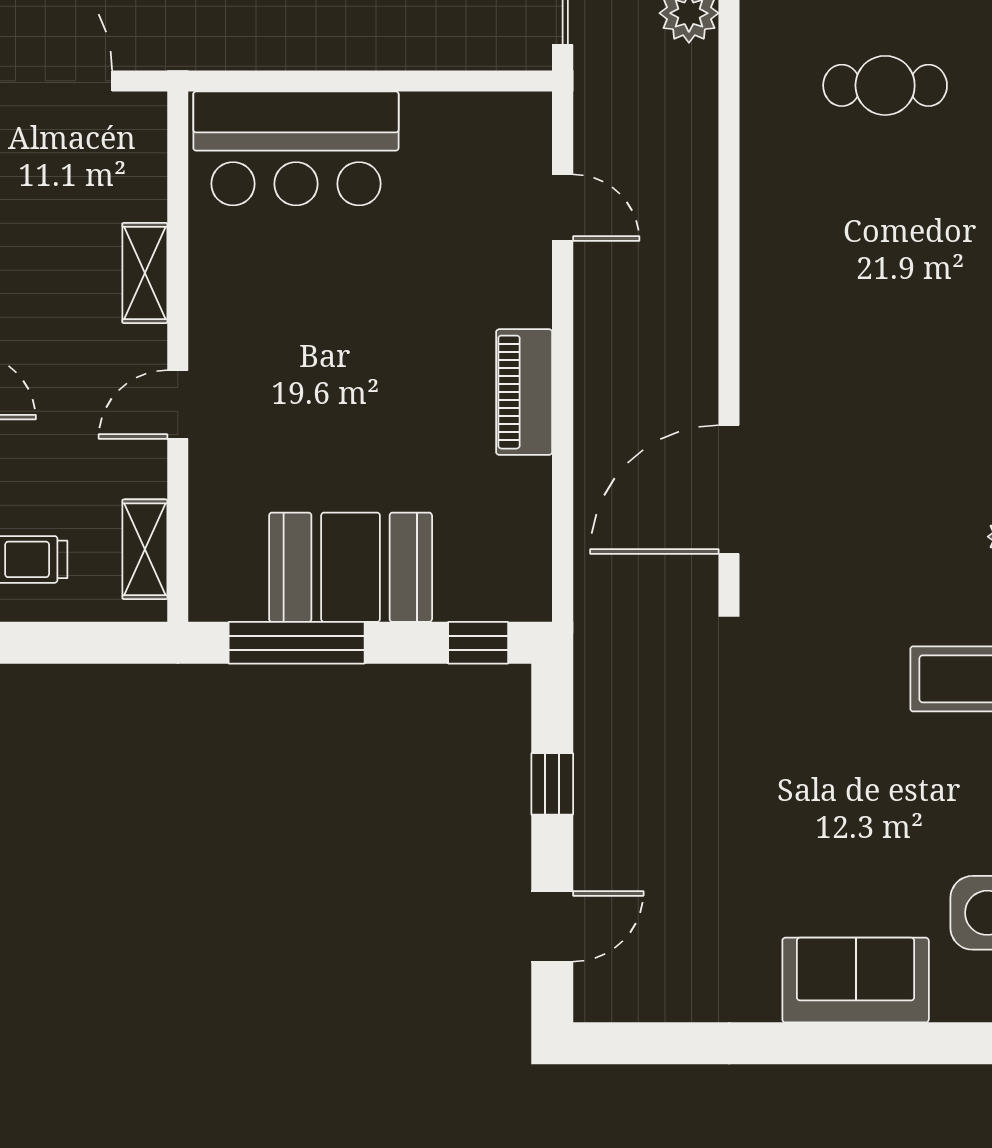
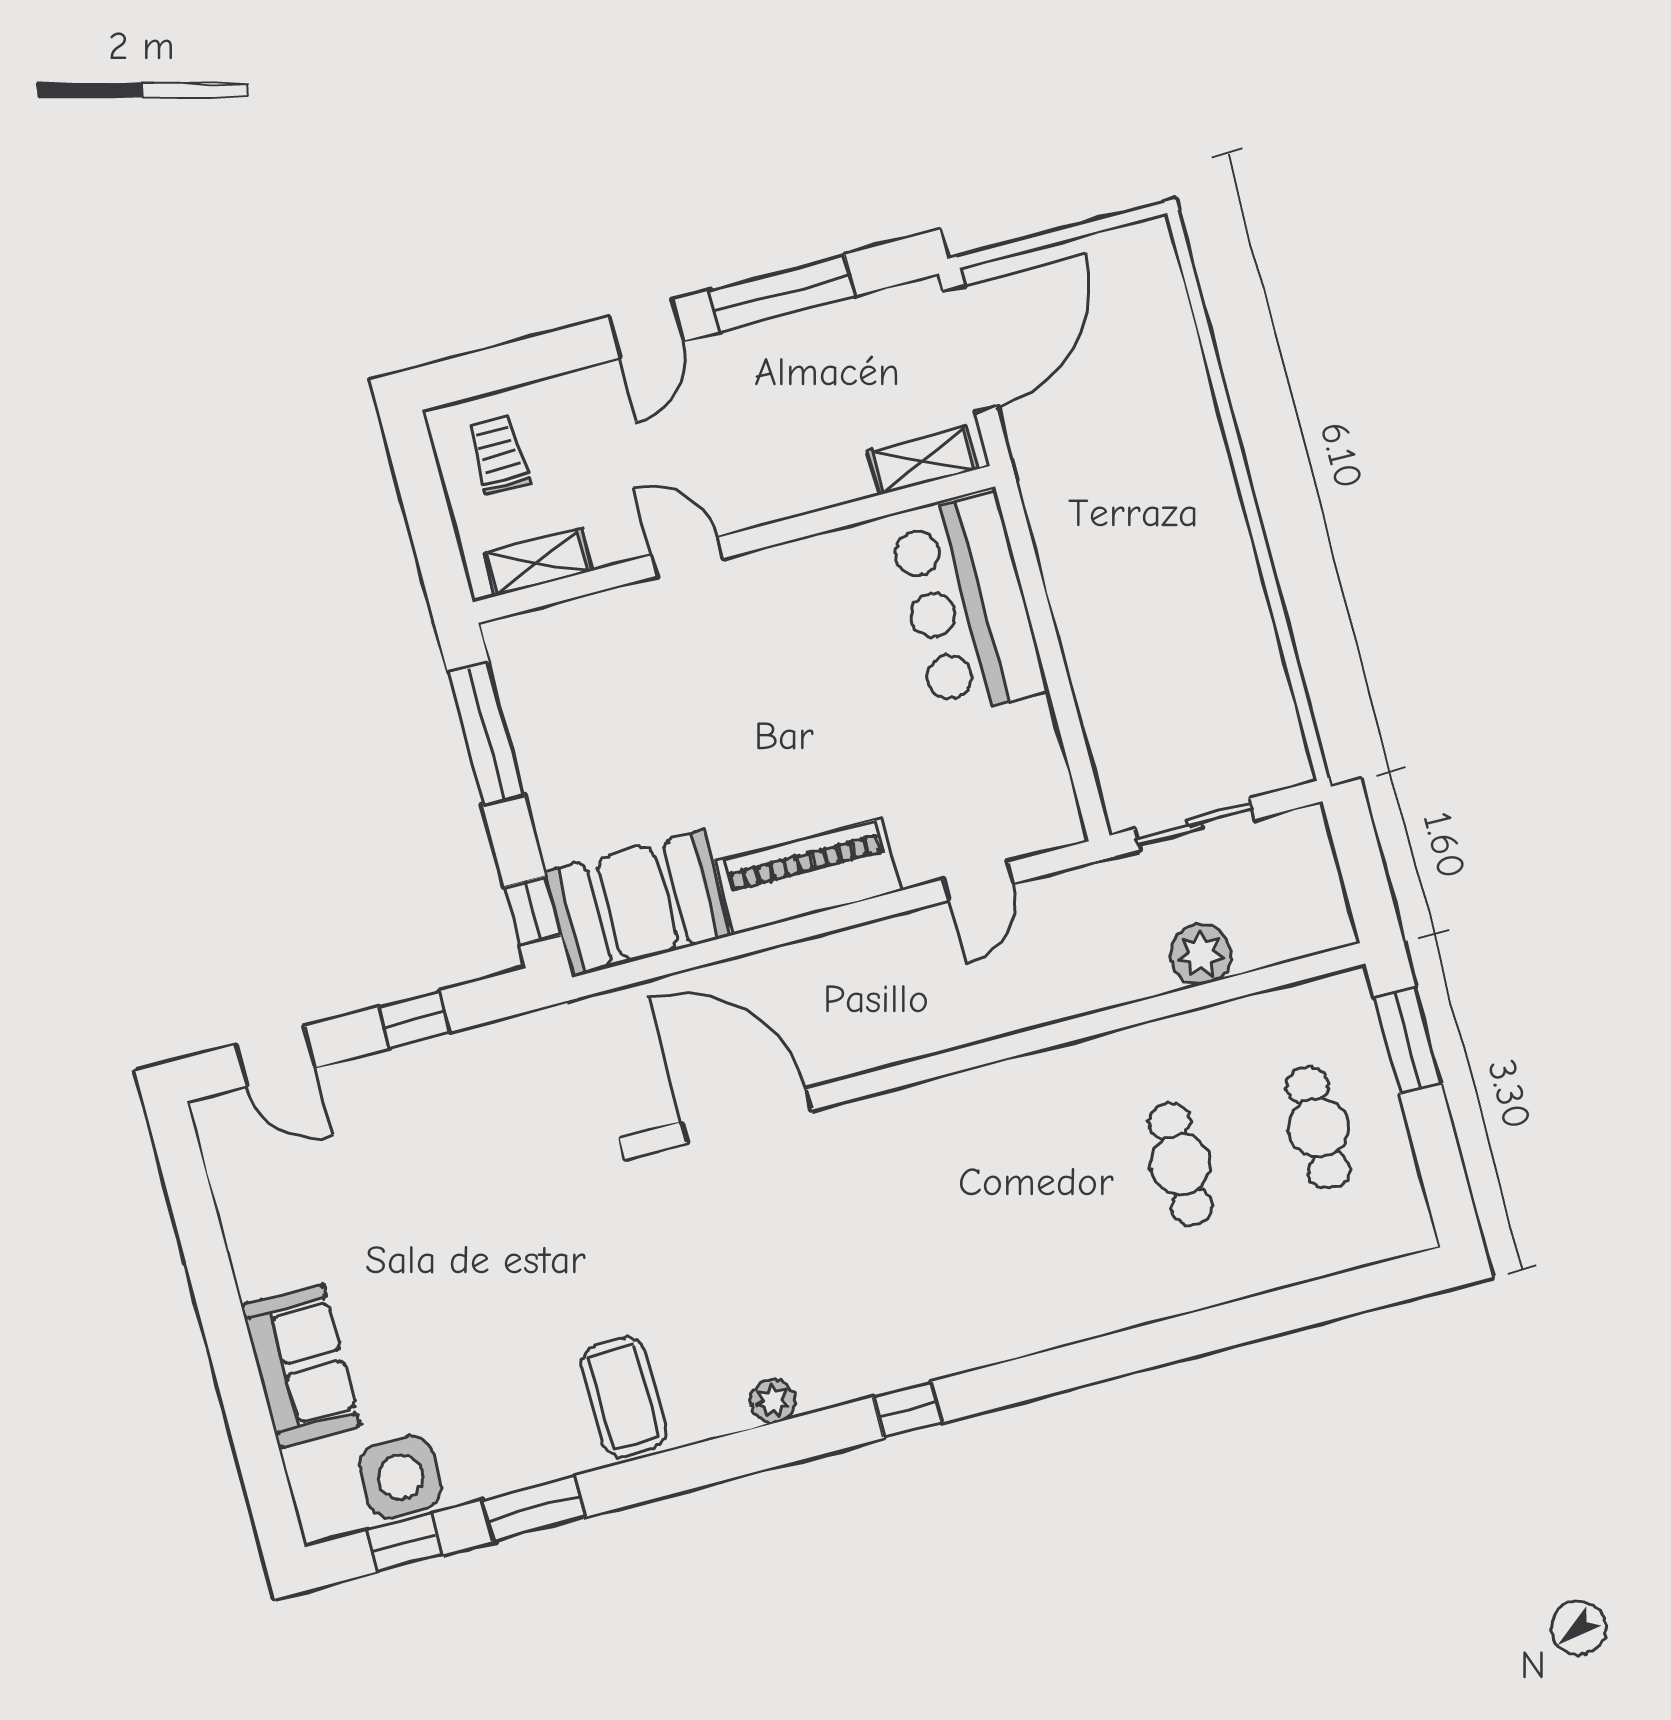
shelving: (145, 273) -> (923, 460), moved
piano: (524, 392) -> (809, 876), width x1.37, depth x1.33
booth: (351, 567) -> (637, 903), moved, turned 90

